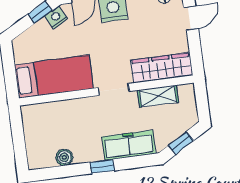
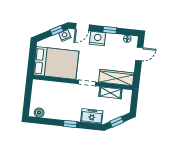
bed: (54, 77) -> (56, 63), width x1.50
freezer: (129, 145) -> (92, 116), width x0.71
boiler: (64, 157) -> (39, 113), moved

